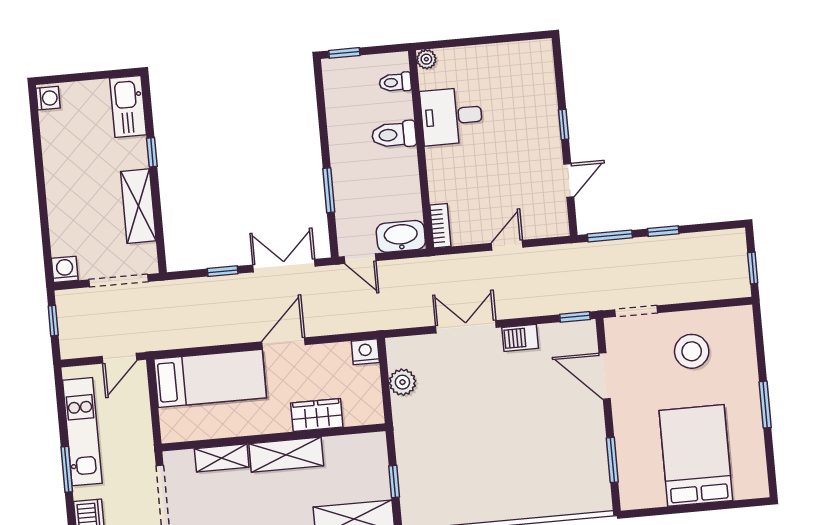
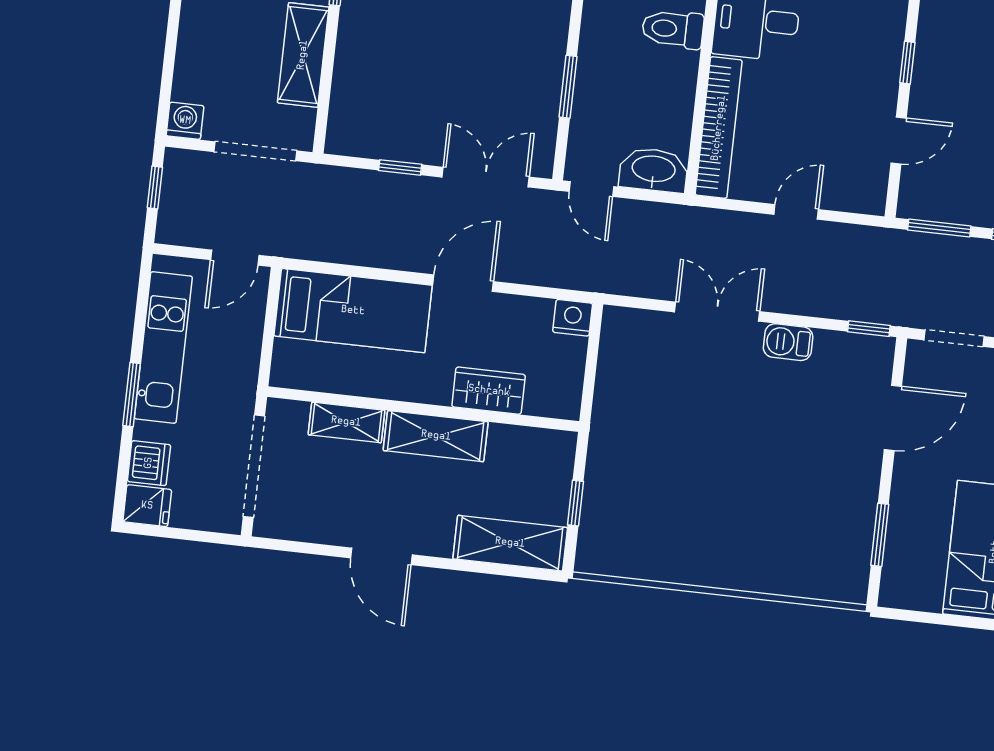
bookcase: (440, 226) -> (719, 128), width x2.31, depth x1.31
door: (605, 376) -> (893, 418), swing flipped
plant: (402, 382) -> (615, 370), removed

